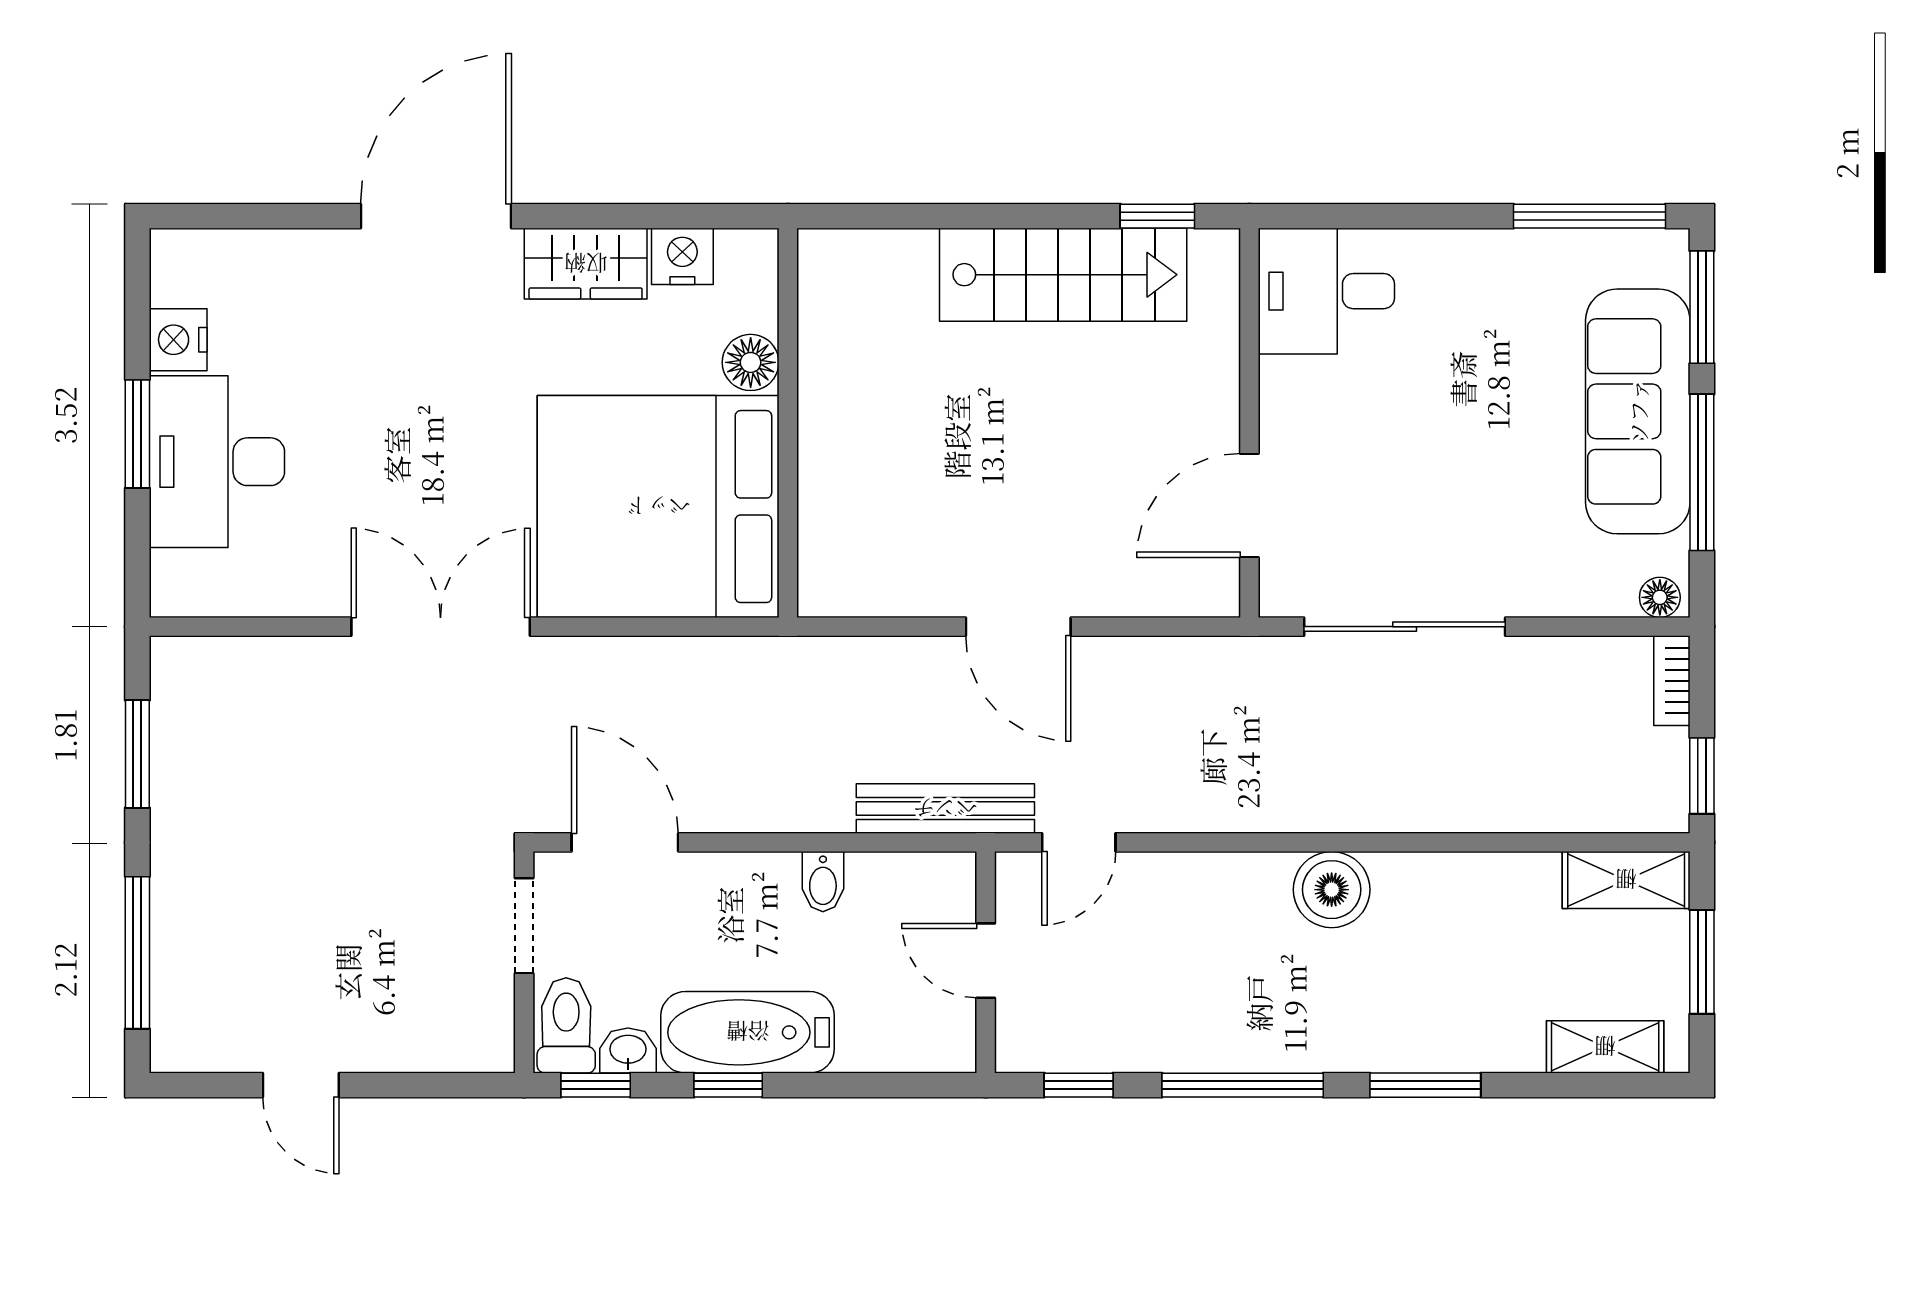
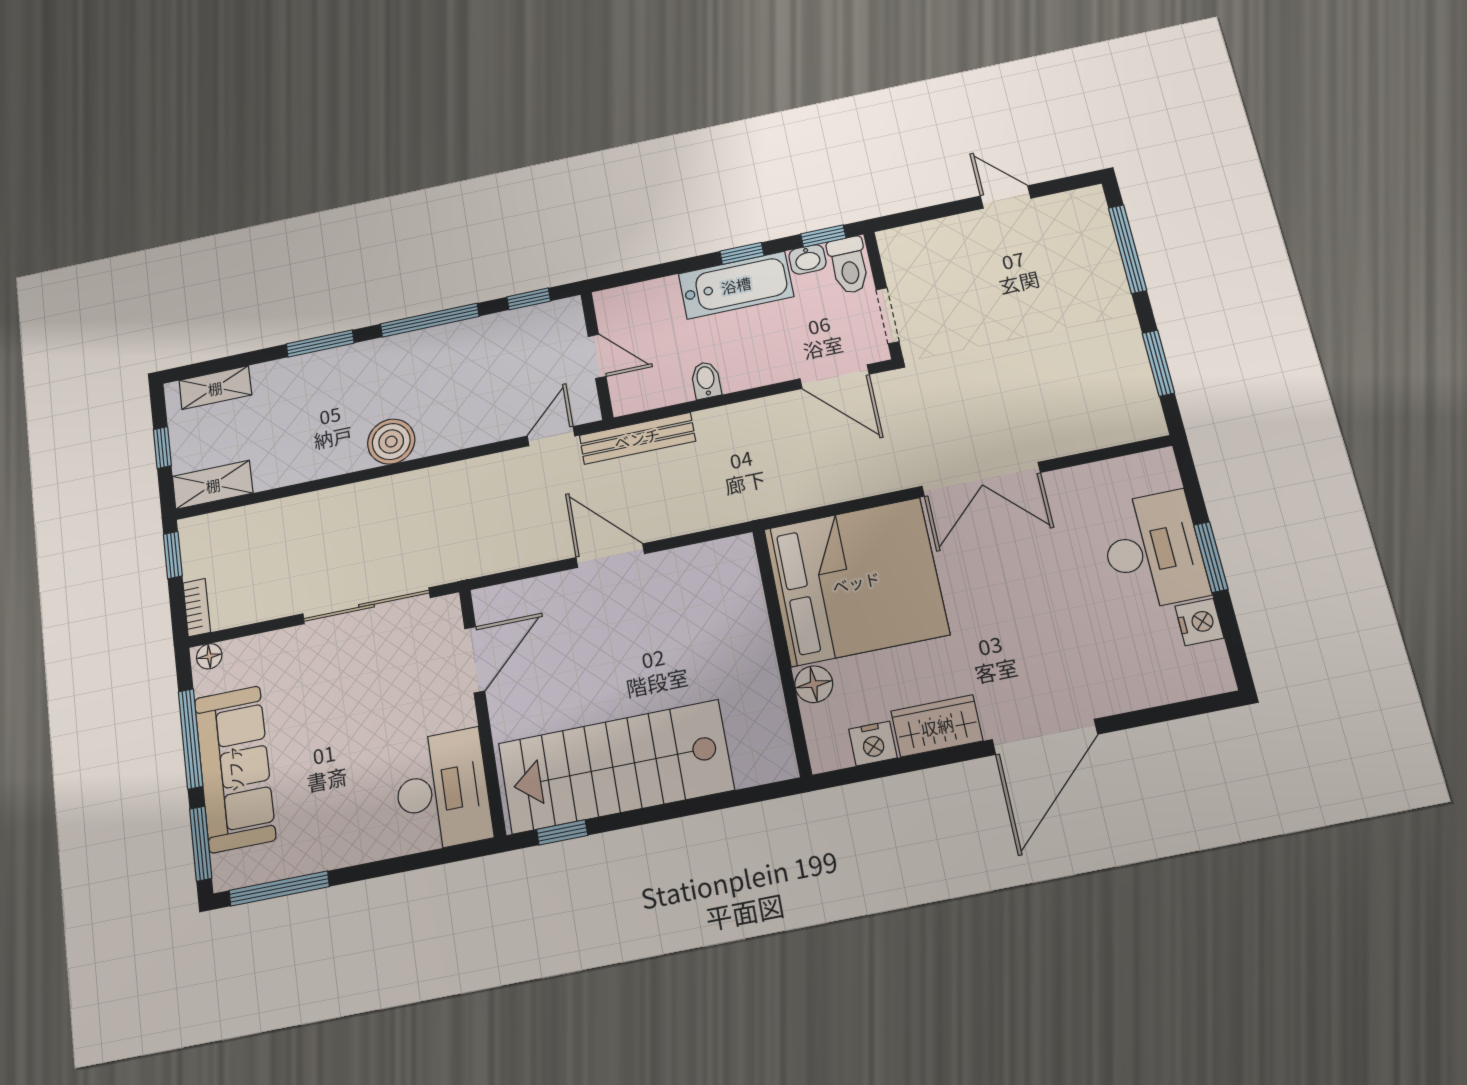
stairs: (1063, 275) -> (616, 767), width x1.36, depth x1.51
desk: (1326, 291) -> (442, 790), width x1.37
window: (1702, 962) -> (162, 448), width x0.67

